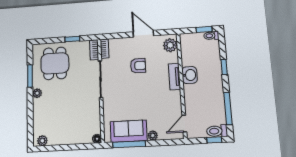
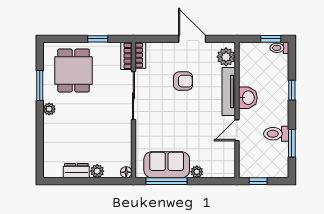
tv unit: (174, 77) -> (229, 92), width x1.41
window: (228, 109) -> (292, 143), width x0.69
door: (184, 124) -> (237, 130), moved
toilet: (217, 131) -> (276, 134), moved
dresser: (58, 140) -> (76, 171), added
window: (214, 140) -> (258, 181), moved
plant: (42, 141) -> (97, 171), moved

